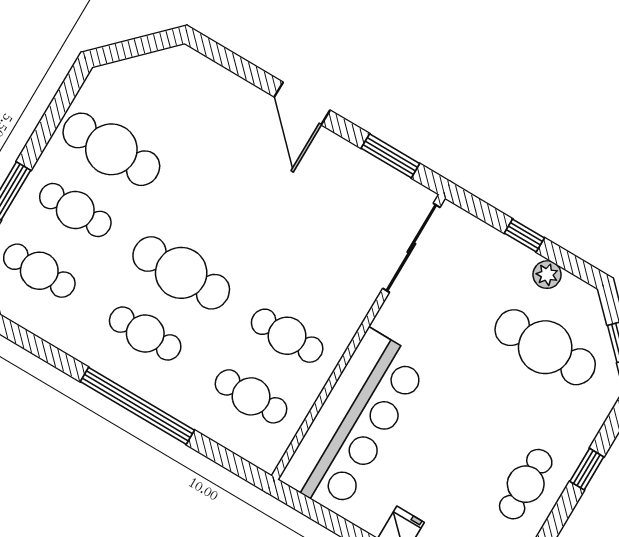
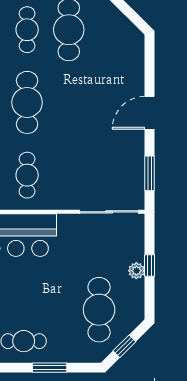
plant: (547, 275) -> (136, 271), moved
window: (587, 469) -> (50, 368), width x1.50

